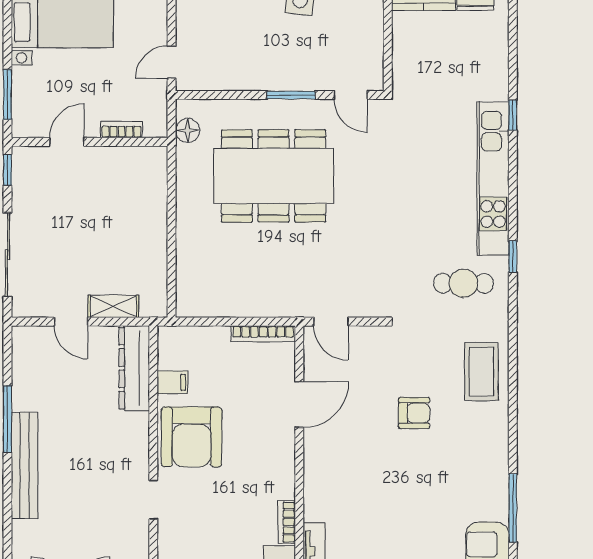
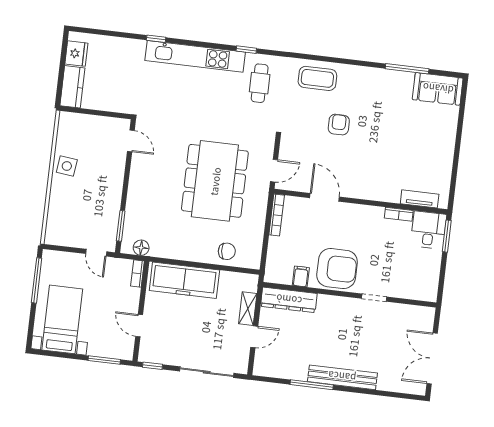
window: (291, 95) -> (121, 226), moved
door: (351, 95) -> (131, 141), hinge flipped
bookcase: (121, 130) -> (137, 274), moved
dining table: (274, 176) -> (215, 181), moved
freezer: (145, 203) -> (184, 280), added
chair: (198, 263) -> (227, 251), added

